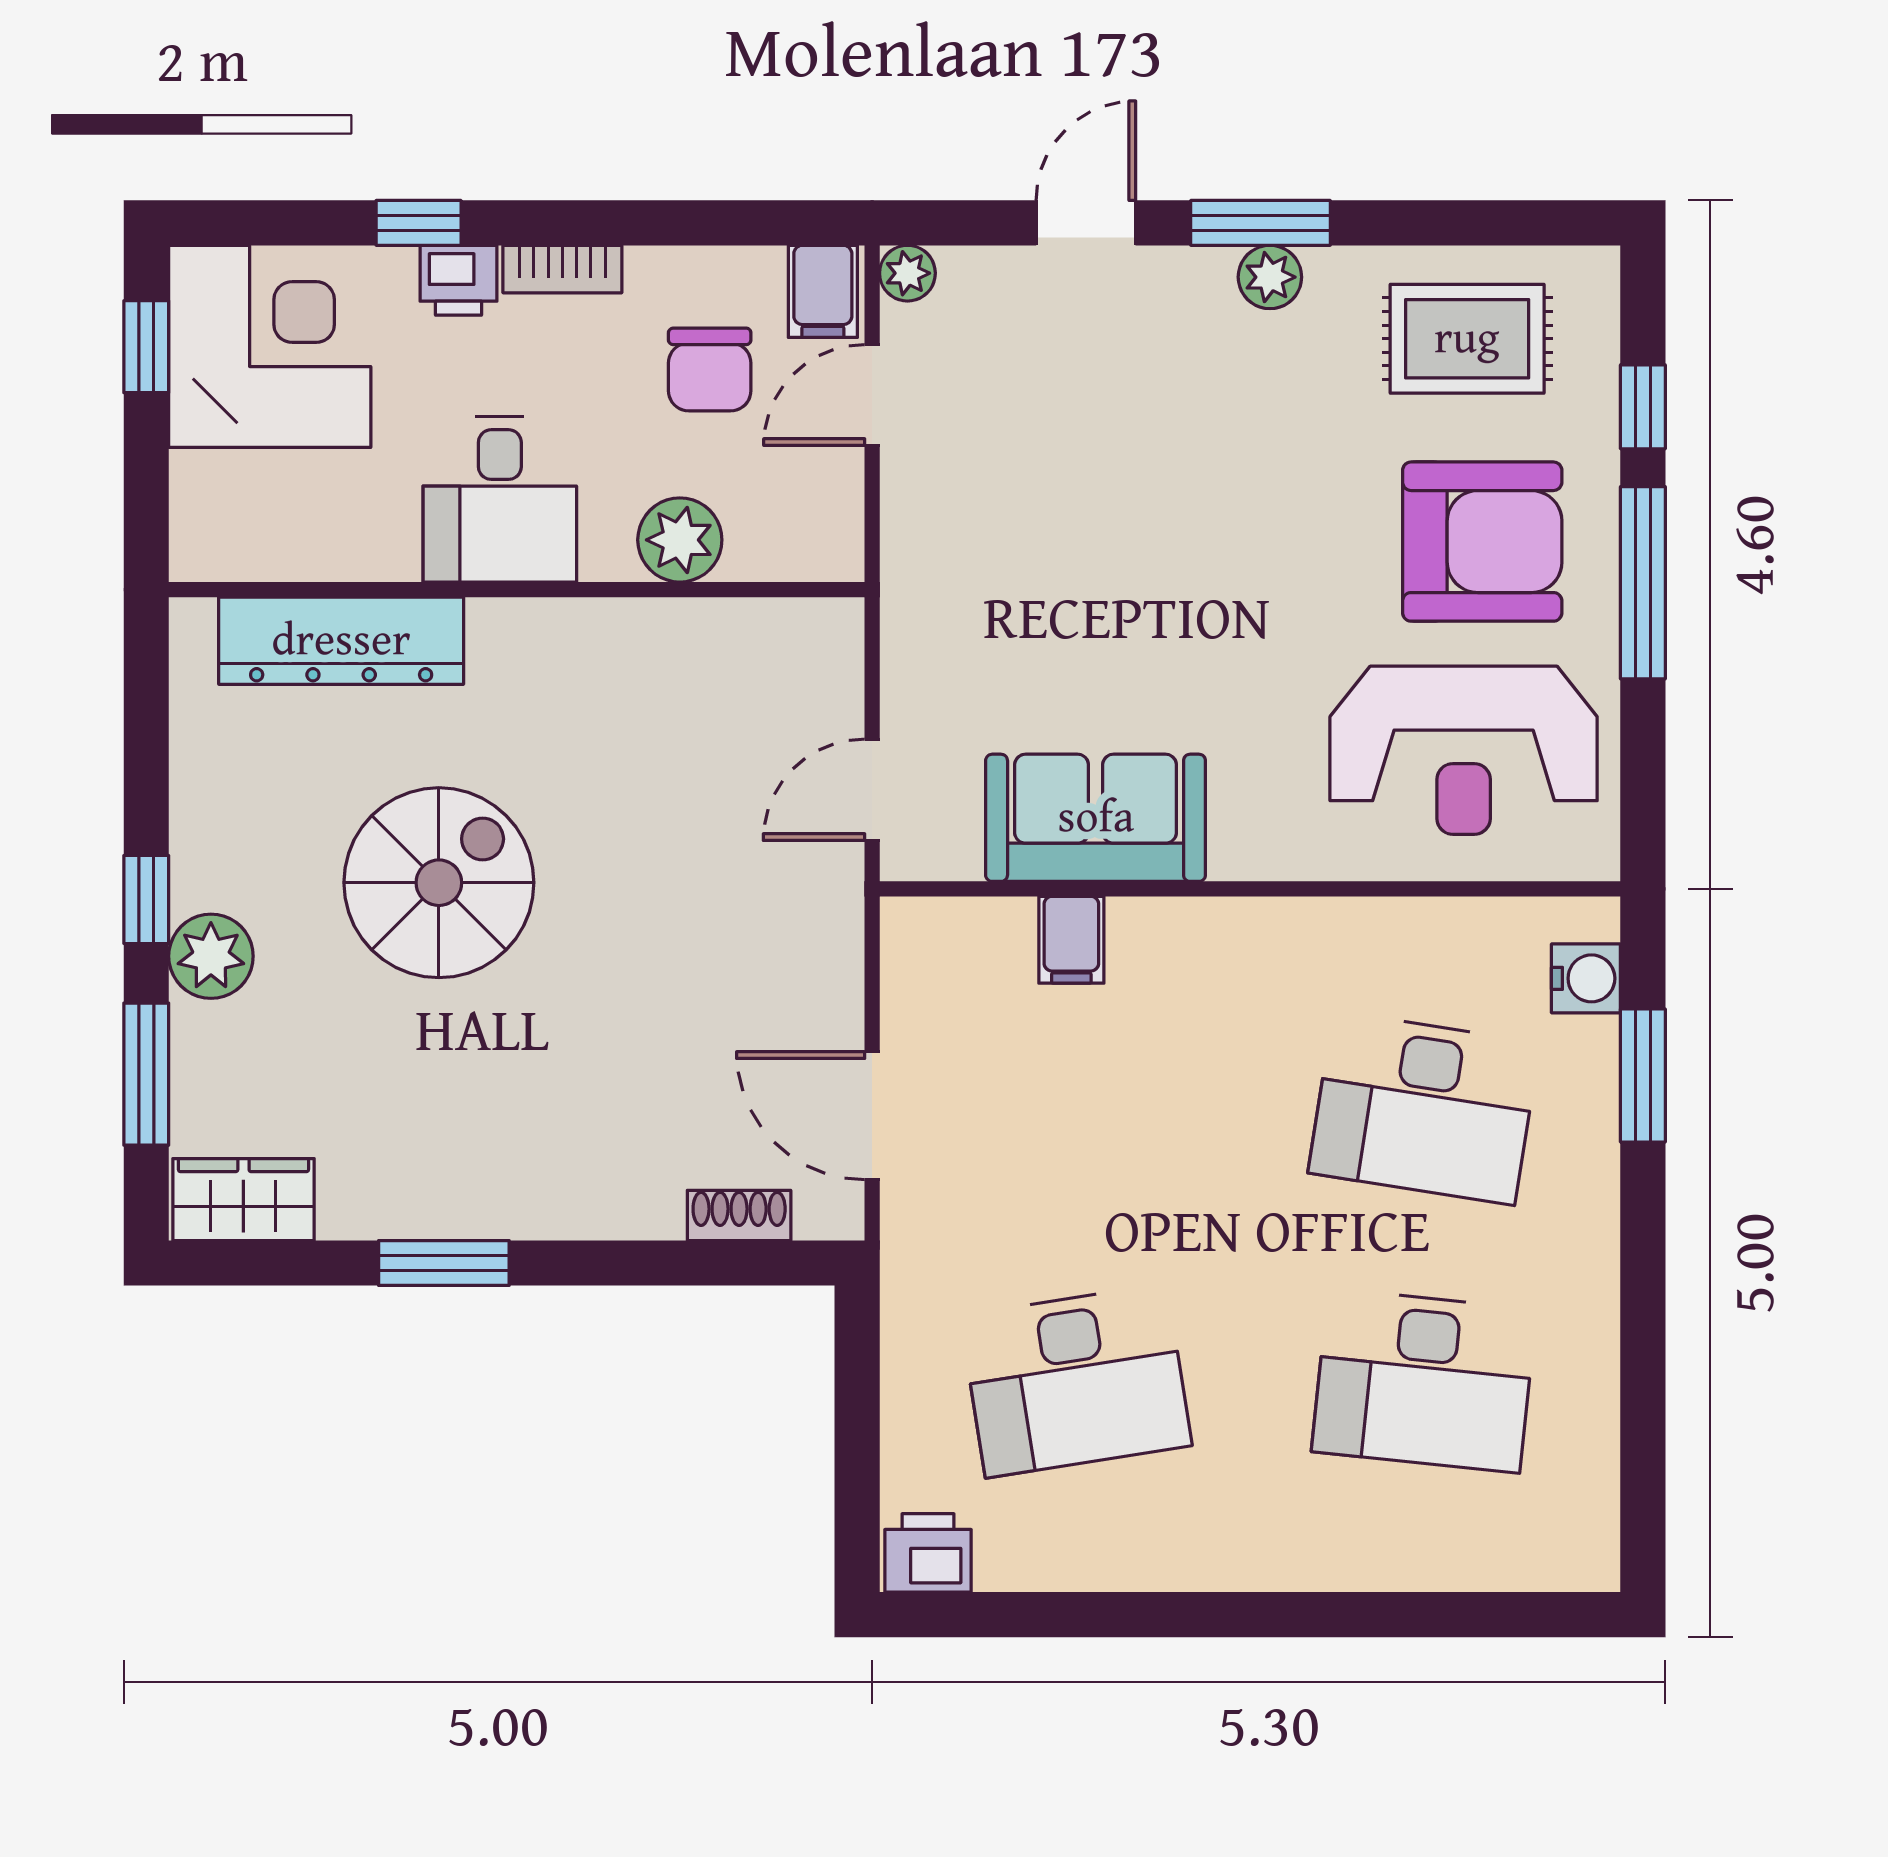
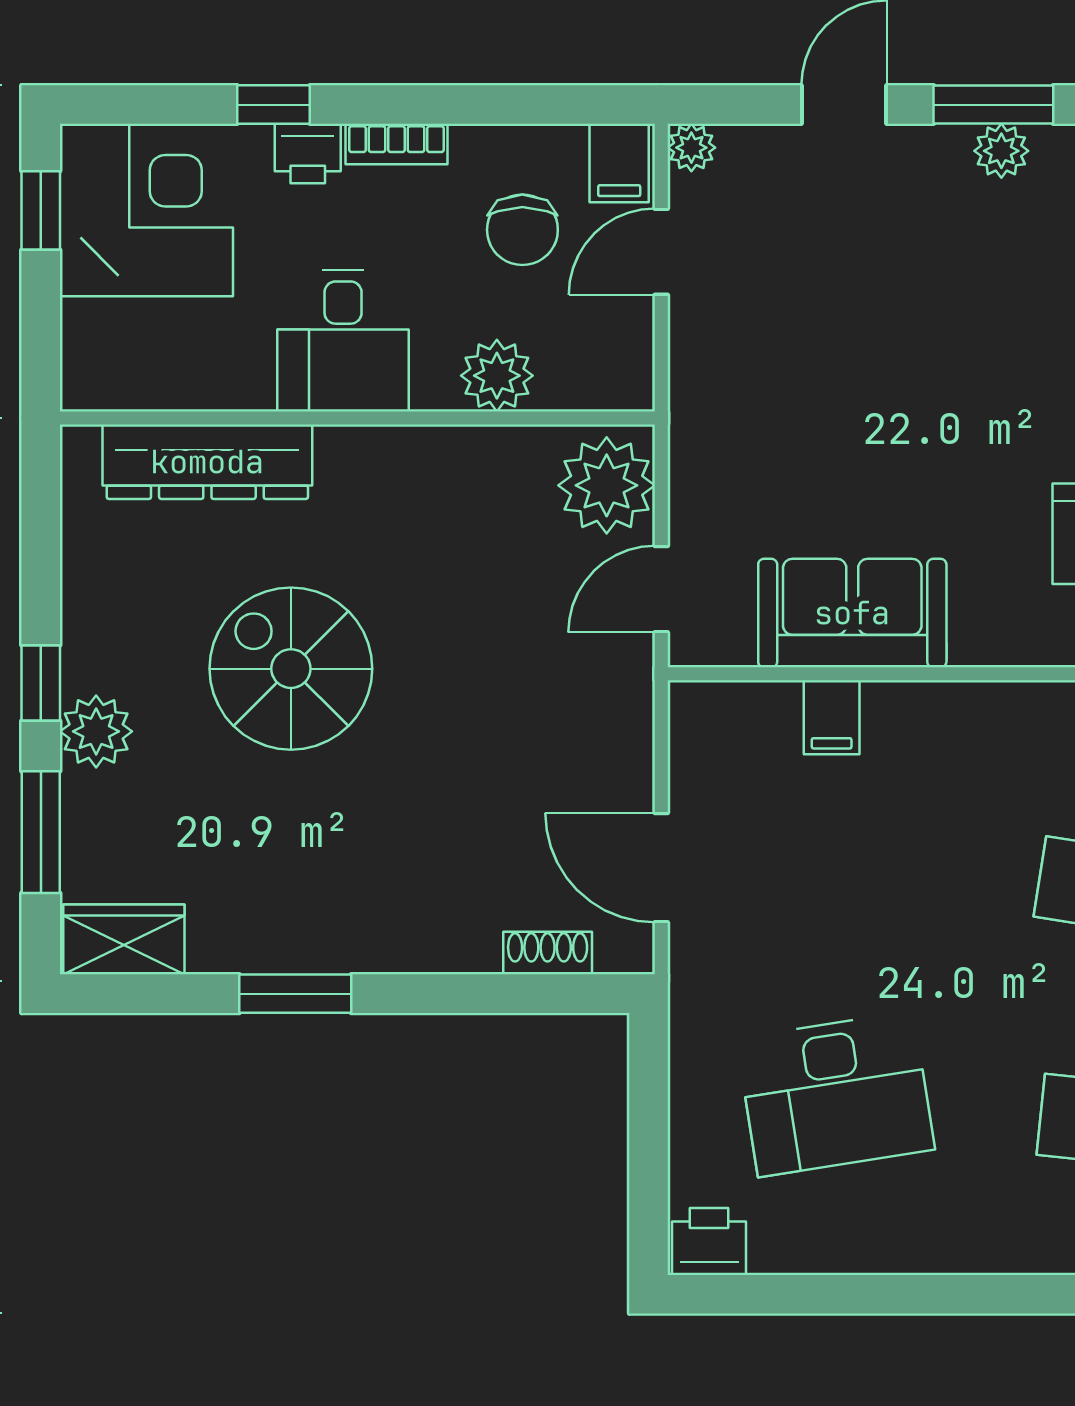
plant: (808, 668) -> (607, 485), added
spiral stairs: (439, 883) -> (291, 669), turned -90

